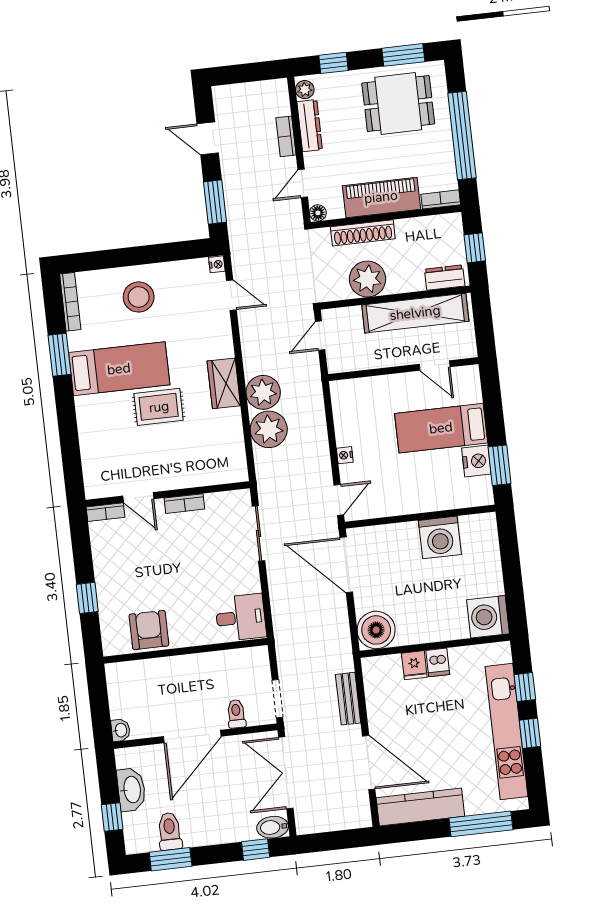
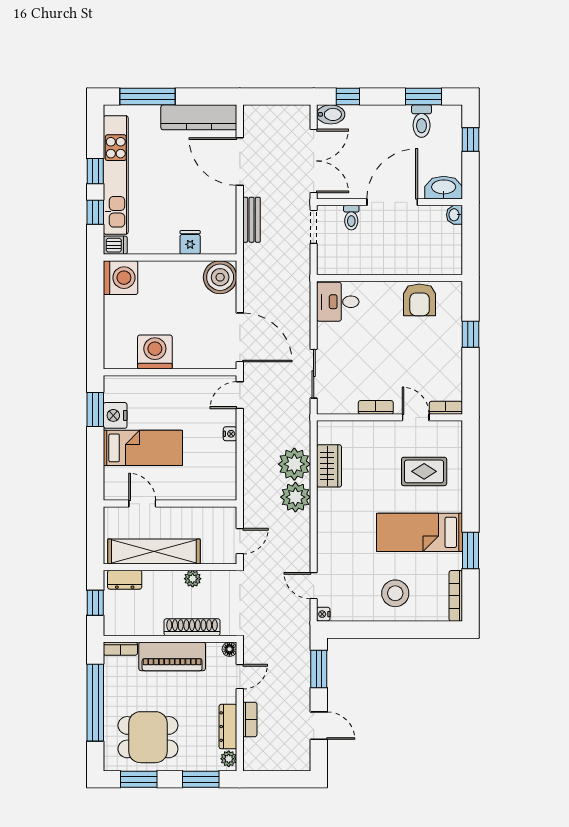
window: (334, 63) -> (201, 779), width x1.50
plant: (367, 279) -> (193, 579), width x0.53, depth x0.53
wardrobe: (224, 383) -> (329, 466), moved
rug: (159, 407) -> (424, 471), moved
dishwasher: (438, 662) -> (115, 245), moved, turned 90
washbasin: (131, 790) -> (444, 188), moved, turned 90

